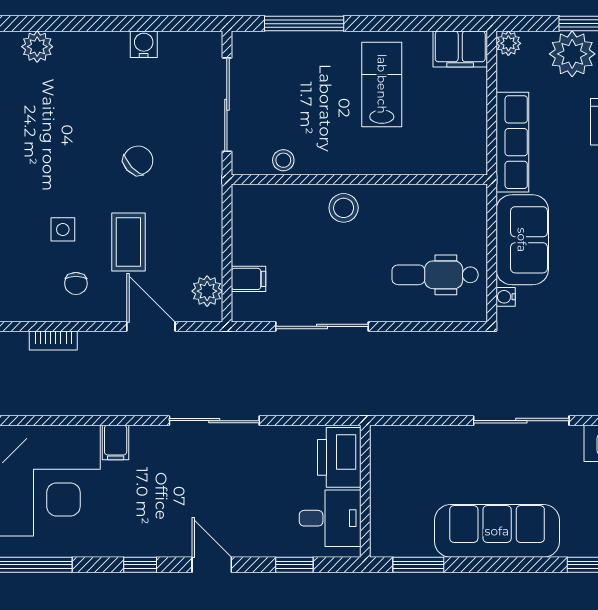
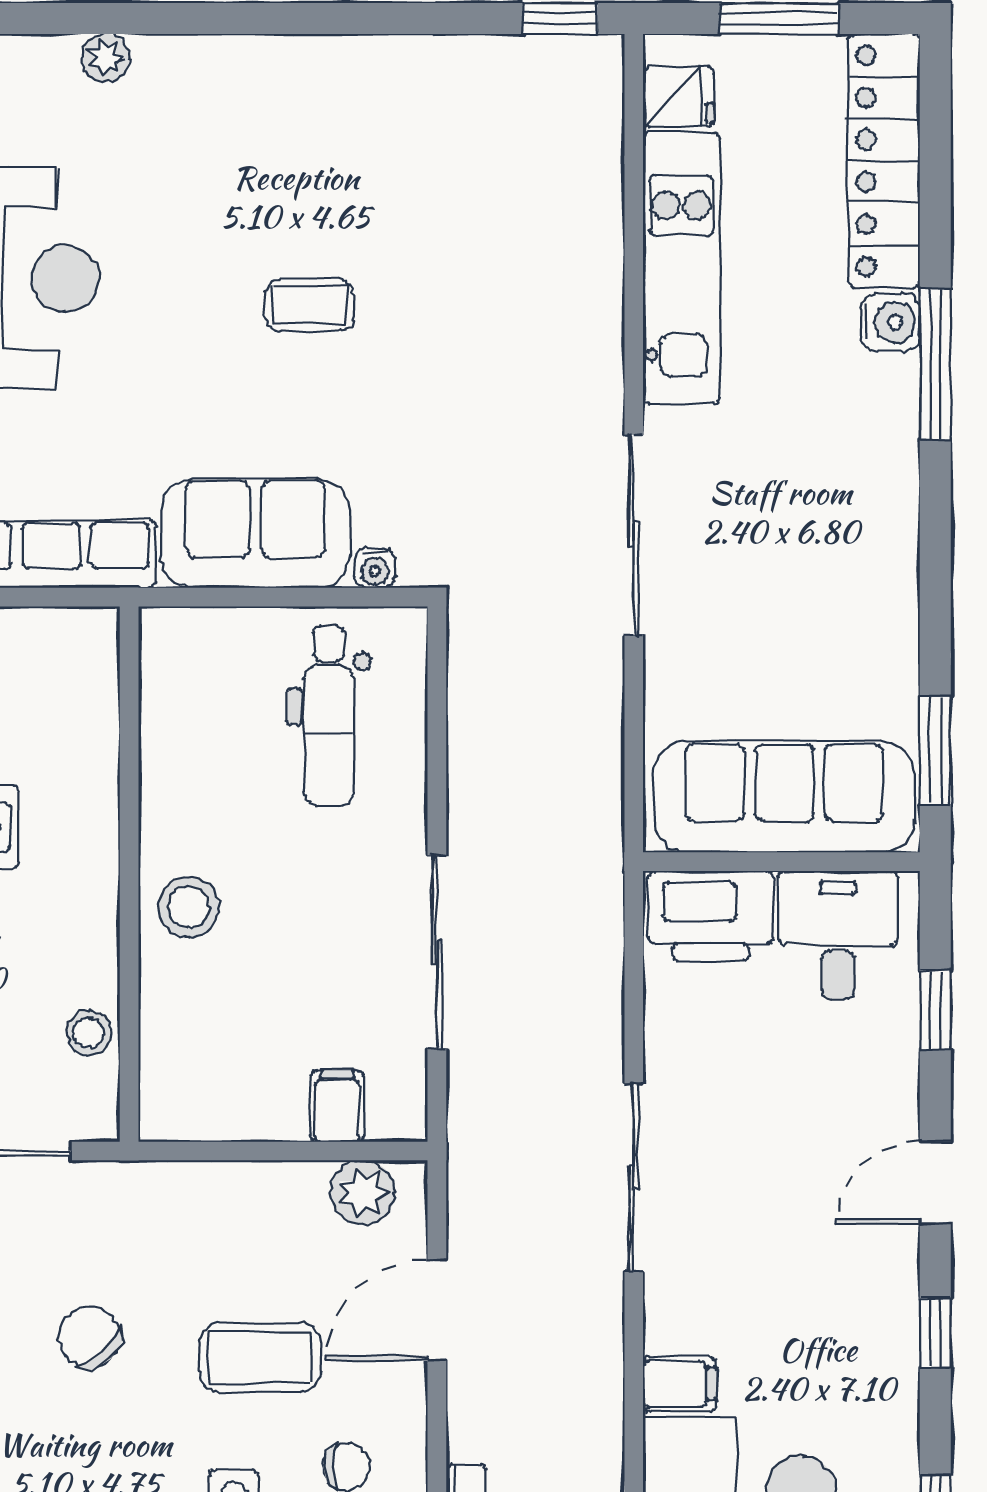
sofa: (497, 531) -> (784, 797), moved, turned 90

